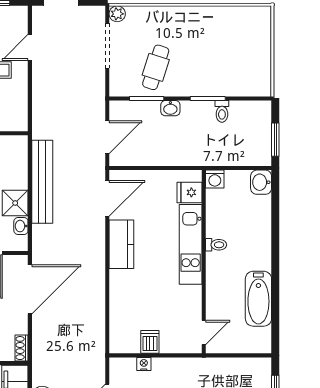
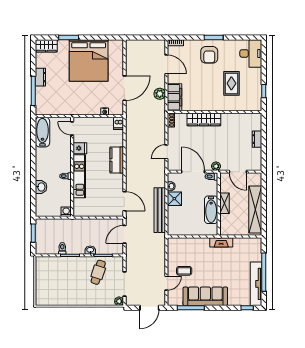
washbasin: (261, 182) -> (41, 187), moved
fridge: (190, 192) -> (80, 148), moved
door: (107, 198) -> (124, 201), swing flipped
kitchen counter: (121, 244) -> (117, 160), moved
door: (30, 289) -> (166, 152), width x0.53
bathtub: (258, 299) -> (42, 132), moved
door: (204, 333) -> (72, 128), hinge flipped
dishwasher: (150, 342) -> (119, 123), moved

